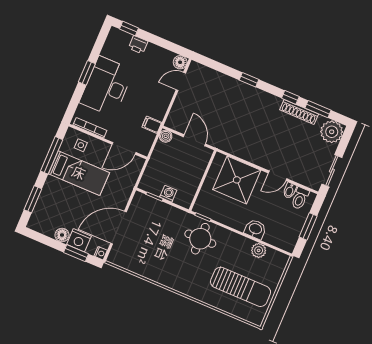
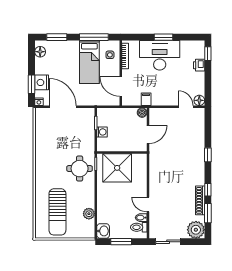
shower: (237, 180) -> (117, 168), moved
washbasin: (255, 229) -> (103, 231), moved
floor lamp: (62, 235) -> (40, 52), moved

